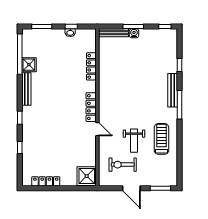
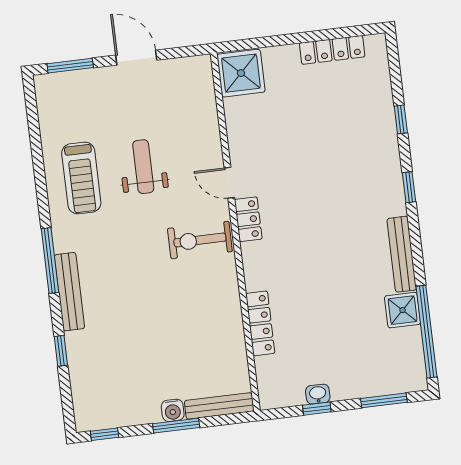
locker: (91, 107) -> (248, 219), width x0.66
exercise bike: (123, 165) -> (200, 240), moved, turned 180

